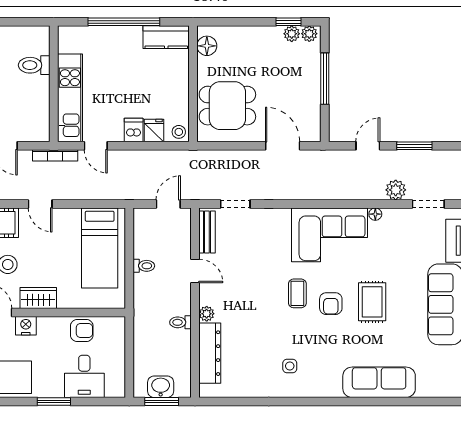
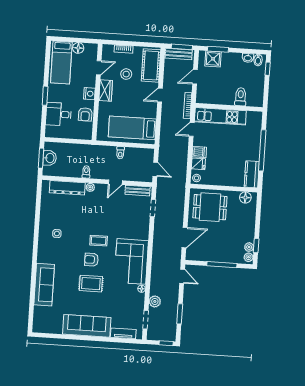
dining table: (227, 106) -> (210, 207), turned 90
door: (368, 146) -> (182, 276), moved
nightstand: (26, 326) -> (89, 94), moved

